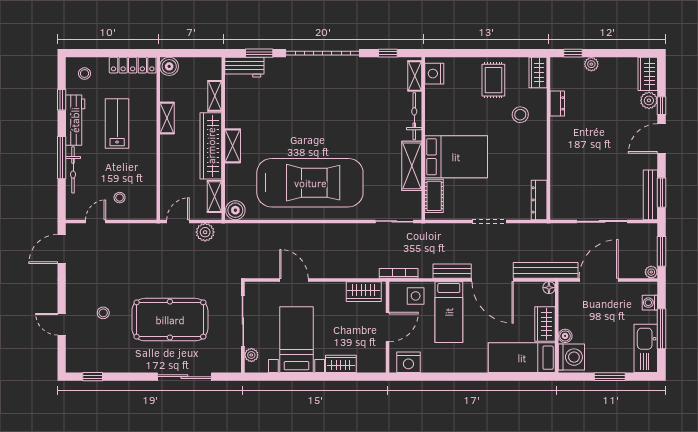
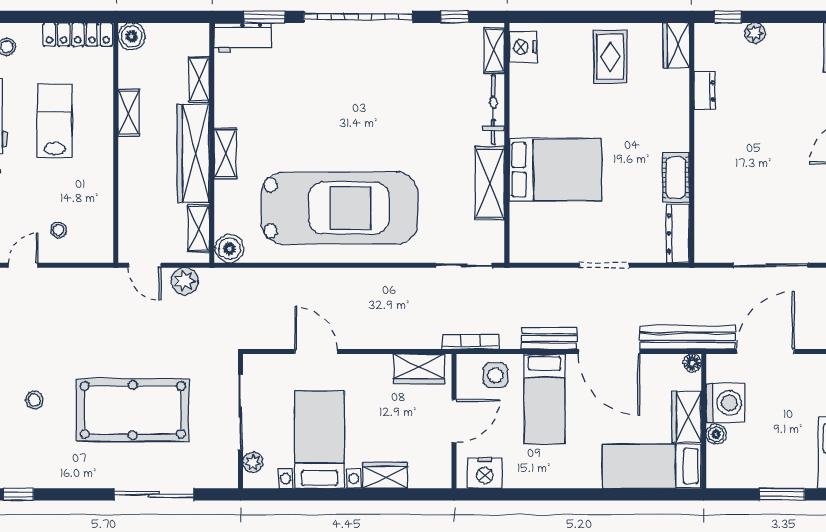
stool: (520, 115) -> (650, 108), removed
cot: (434, 196) -> (676, 177), moved
door: (178, 221) -> (145, 265), swing flipped
washing machine: (571, 357) -> (725, 403), moved

